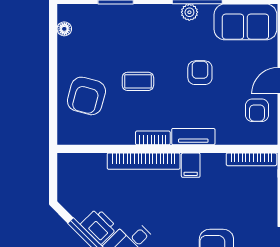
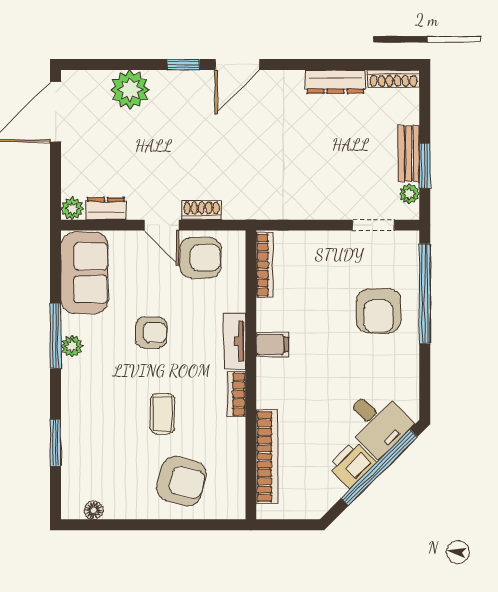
armchair: (200, 73) -> (151, 332), turned 180
armchair: (257, 110) -> (200, 258), width x1.38, depth x1.38
bookcase: (144, 161) -> (267, 456), moved

